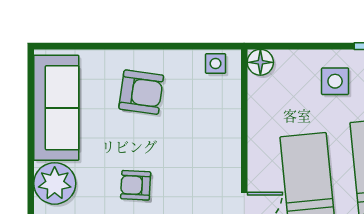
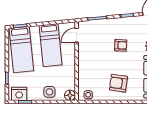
side table: (335, 81) -> (49, 92), moved

